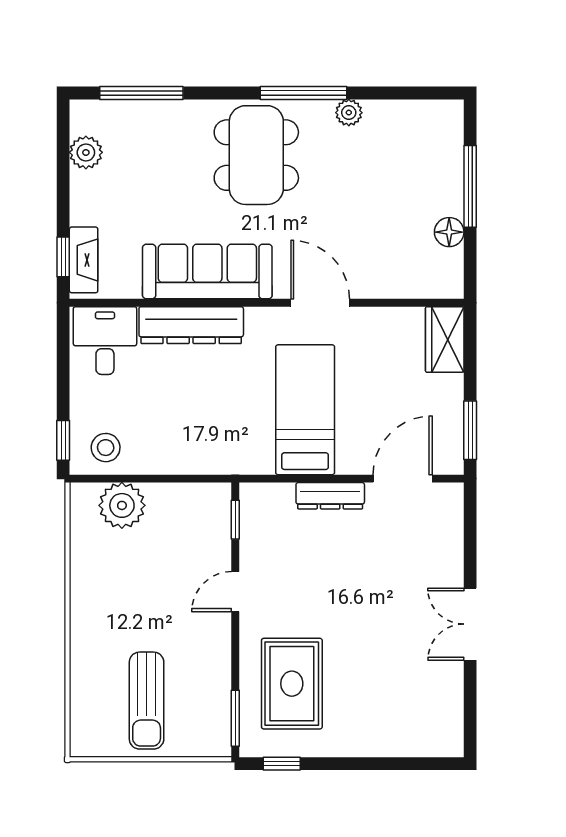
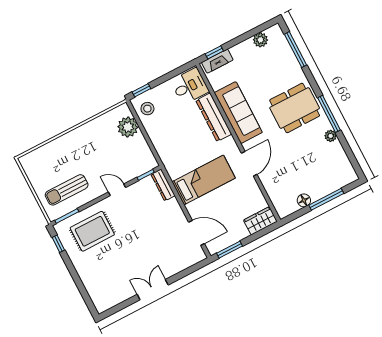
dresser: (330, 496) -> (163, 185), moved
sun lounger: (147, 701) -> (67, 190), moved

